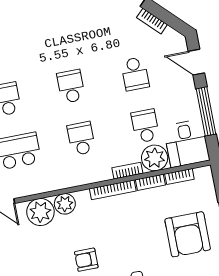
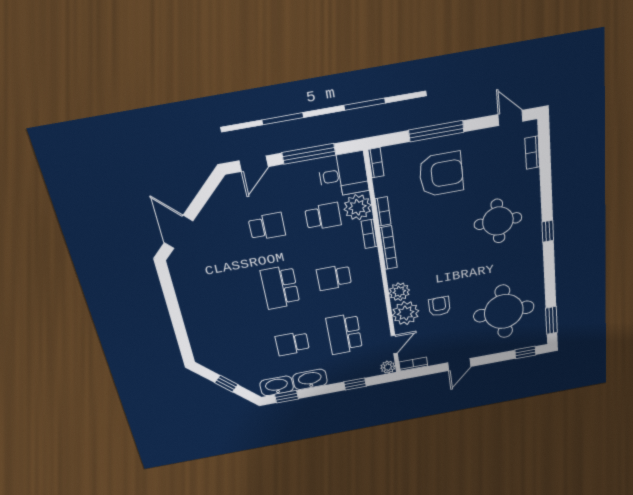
bookcase: (152, 21) -> (209, 210), removed
school desk: (71, 86) -> (280, 287), width x1.85
school desk: (145, 126) -> (323, 216), turned 180
bookcase: (179, 176) -> (376, 163), moved
armchair: (86, 260) -> (439, 306), moved, turned 180

